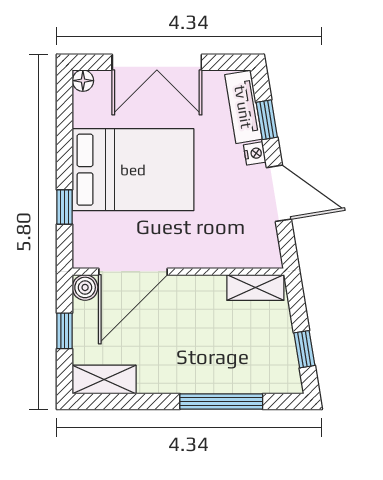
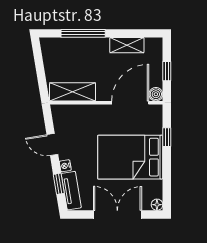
door: (279, 193) -> (52, 144), width x0.73
shelving: (255, 288) -> (73, 92), width x1.50, depth x1.33
window: (304, 349) -> (39, 61), removed
shelving: (104, 379) -> (127, 45), moved

